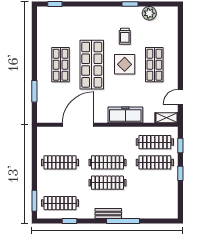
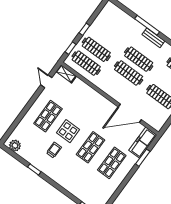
plant: (149, 13) -> (15, 146), moved
shop shelf: (92, 65) -> (91, 147), width x0.70, depth x0.74
door: (180, 97) -> (46, 81), swing flipped
freezer: (125, 115) -> (143, 143), moved, turned 90

